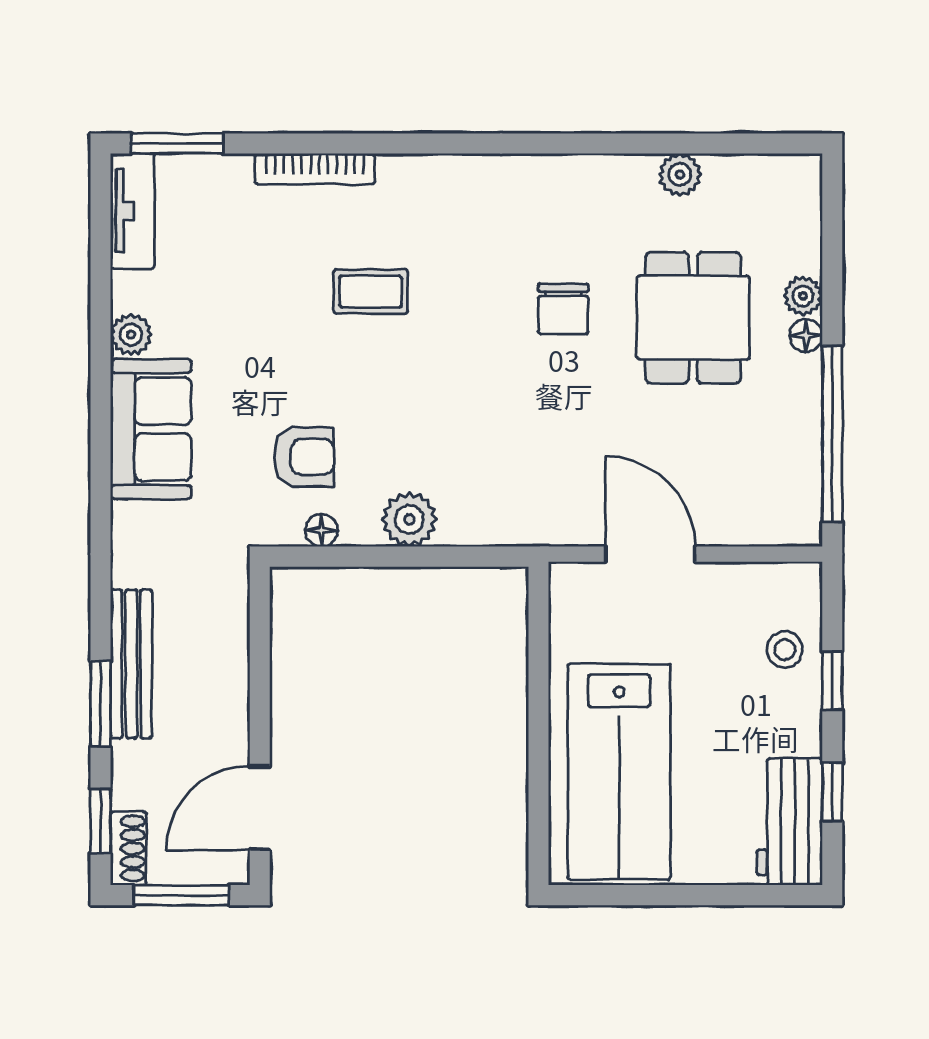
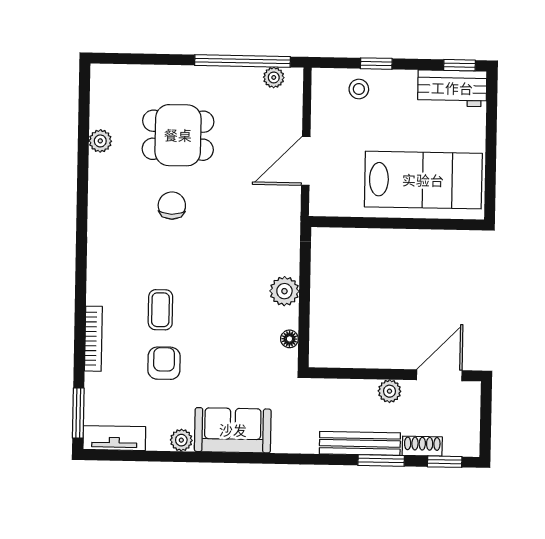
plant: (803, 296) -> (274, 77), moved
chair: (563, 309) -> (172, 206), turned -90
floor lamp: (806, 336) -> (189, 74), removed
armchair: (304, 457) -> (164, 363), moved
plant: (229, 717) -> (389, 391), added
window: (832, 792) -> (460, 65), moved
door: (260, 808) -> (439, 375), swing flipped
shoe rack: (128, 848) -> (422, 446), moved
window: (181, 895) -> (486, 419), removed

